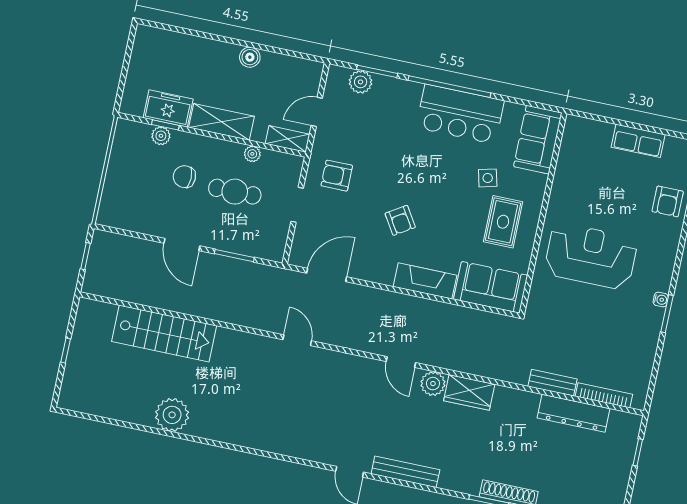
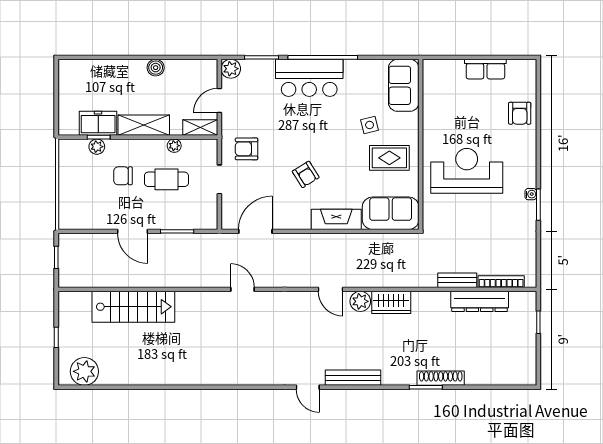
plant: (361, 82) -> (231, 69), moved
bar counter: (460, 114) -> (309, 78), moved
rug: (503, 222) -> (389, 158), turned 90
plant: (172, 415) -> (84, 371), moved

